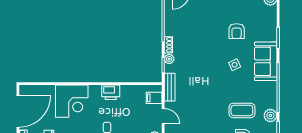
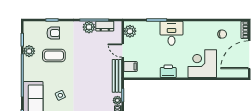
bench: (170, 87) -> (117, 76), width x1.36

